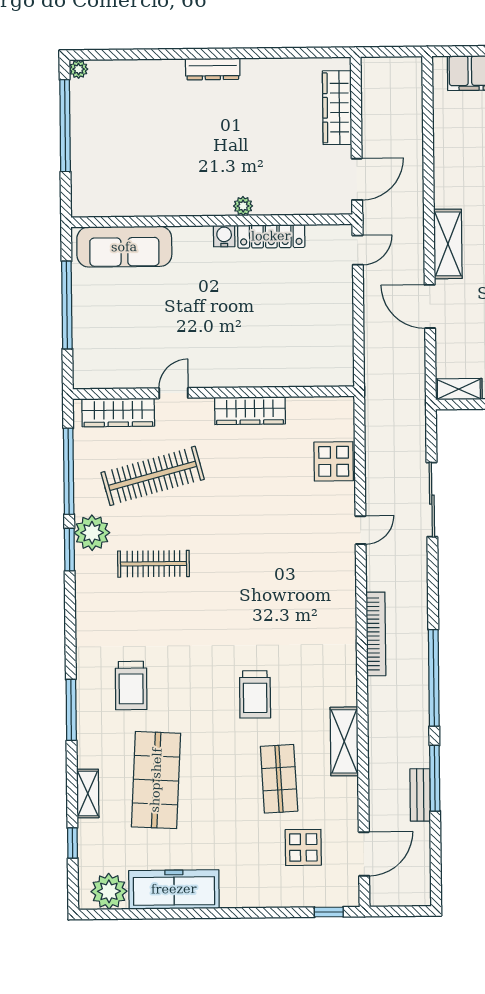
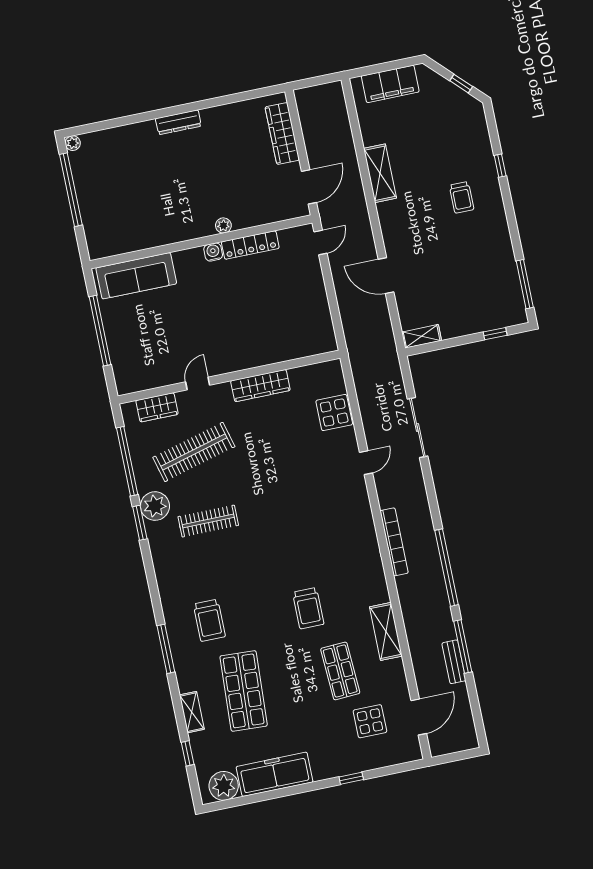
shelving: (448, 244) -> (380, 173), moved
wardrobe: (118, 412) -> (157, 407), width x0.67
window: (329, 912) -> (351, 778), moved

